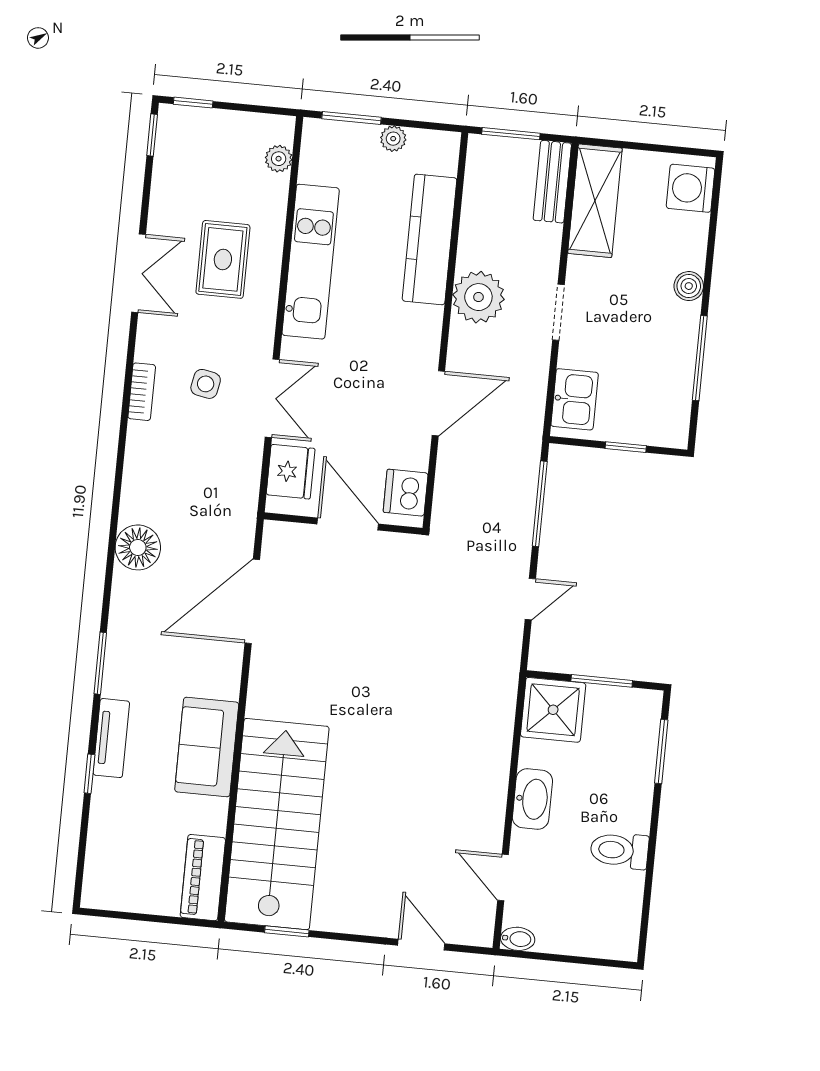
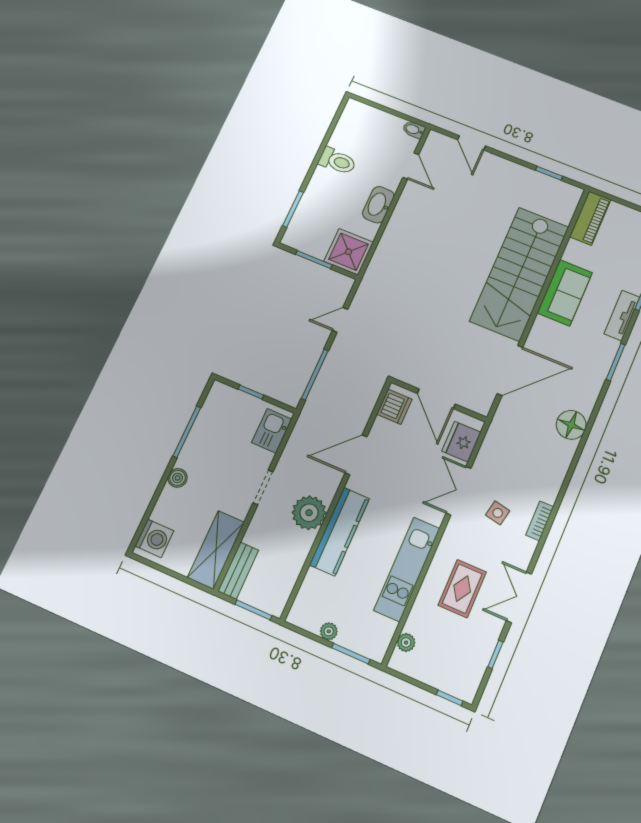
window: (152, 135) -> (495, 654), moved
kitchen counter: (430, 239) -> (339, 532), moved
stairs: (277, 824) -> (519, 274), moved

